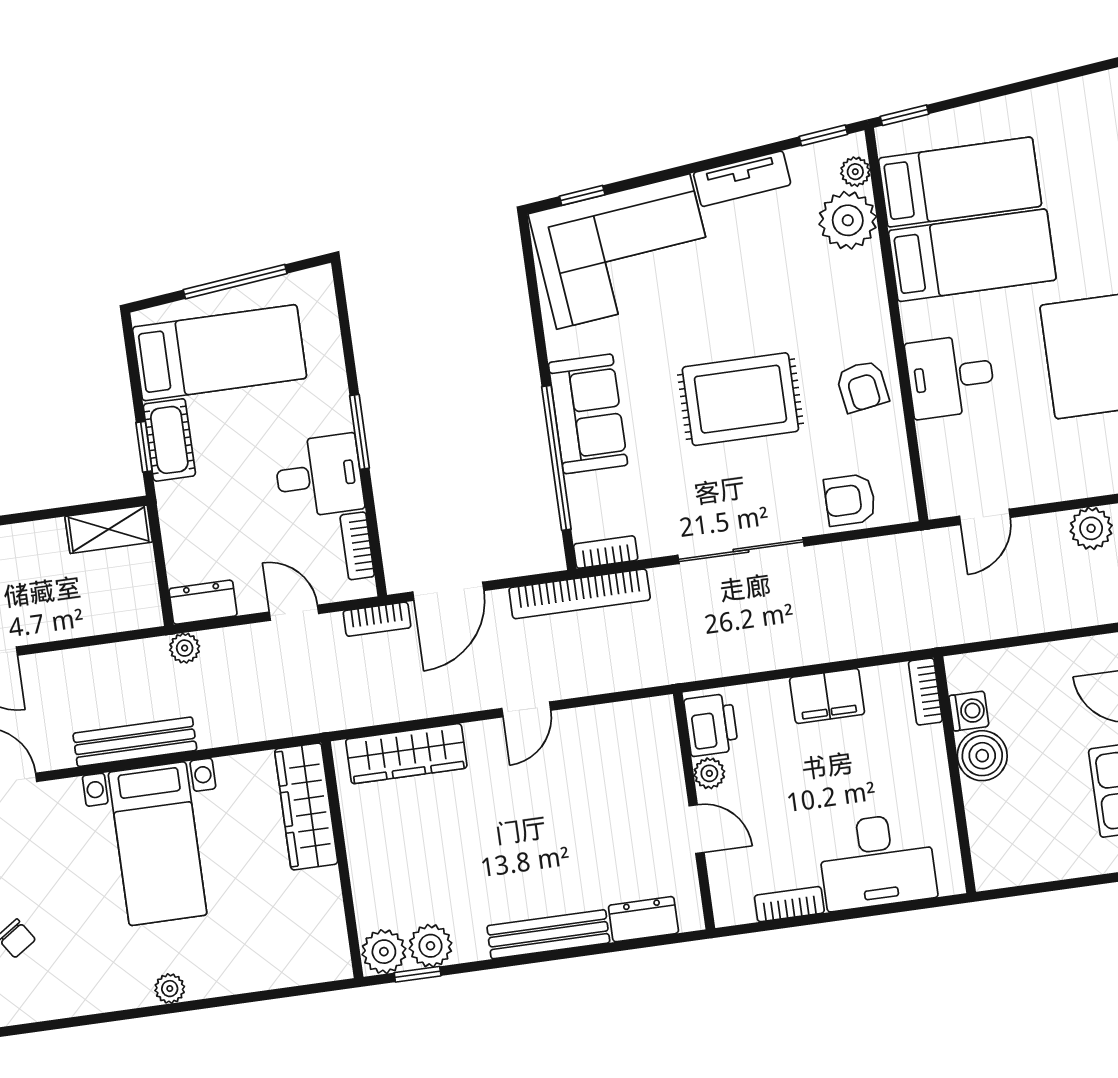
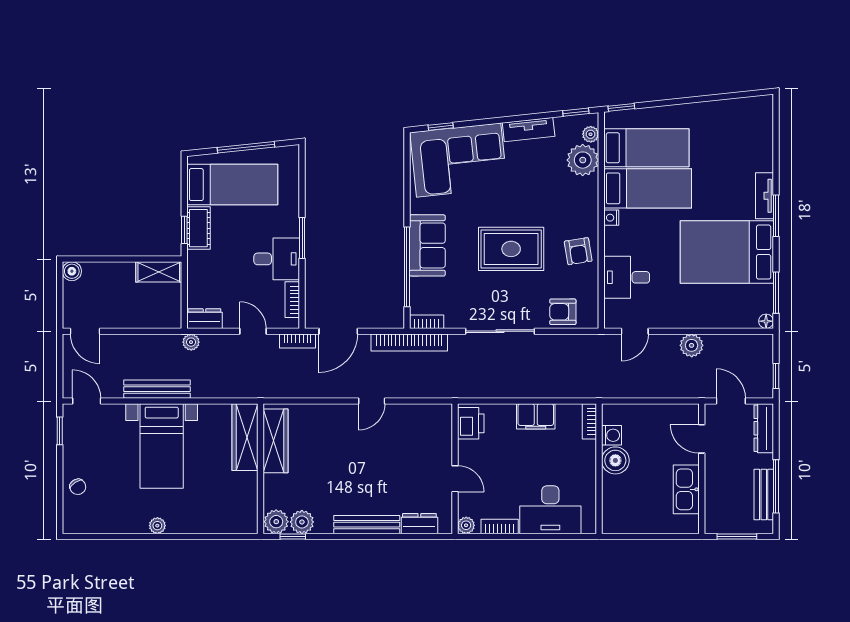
nightstand: (914, 317) -> (611, 218), added
desk: (950, 376) -> (627, 277), moved
wardrobe: (406, 754) -> (276, 441), moved, turned -90
plant: (709, 773) -> (466, 525), moved

